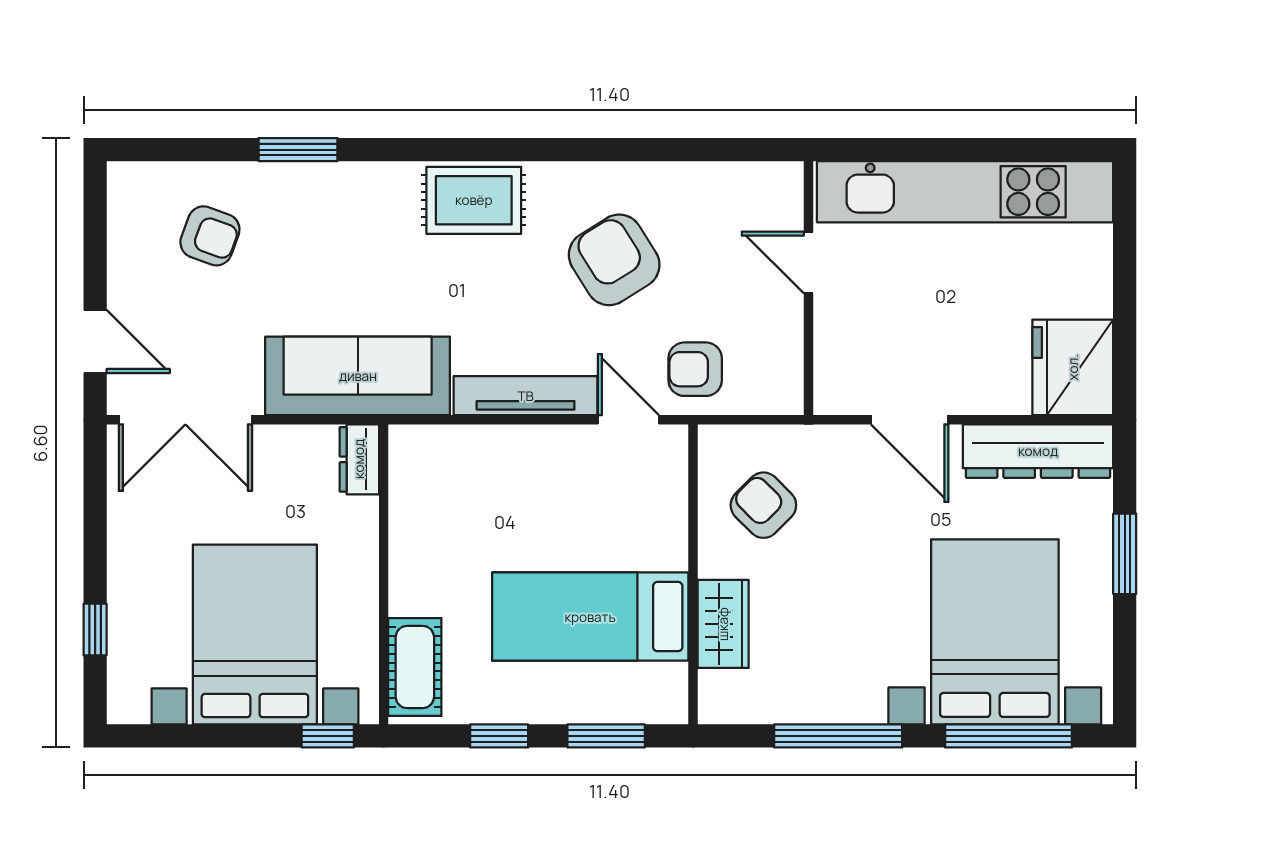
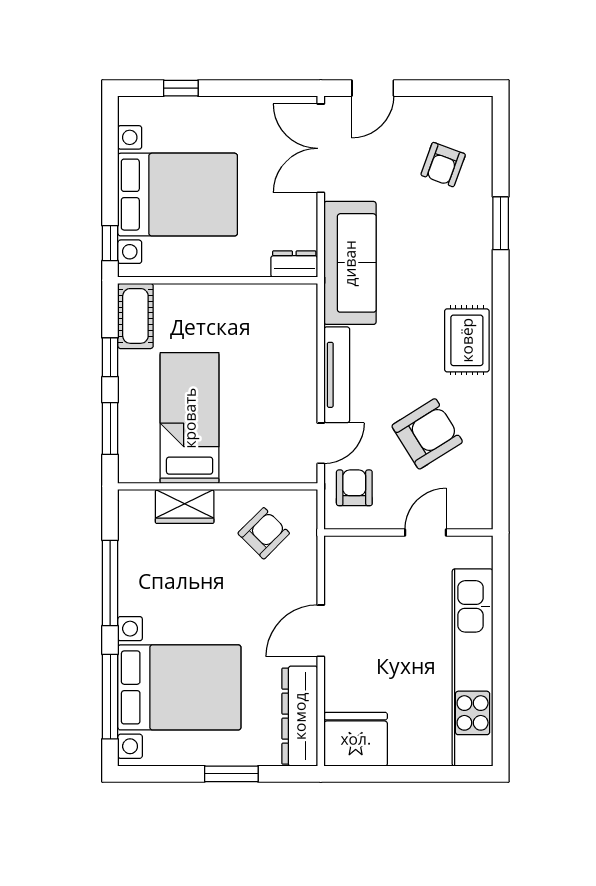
door: (808, 262) -> (425, 532), moved
wall: (808, 288) -> (408, 532), moved
cot: (415, 667) -> (135, 316), moved, turned 90

